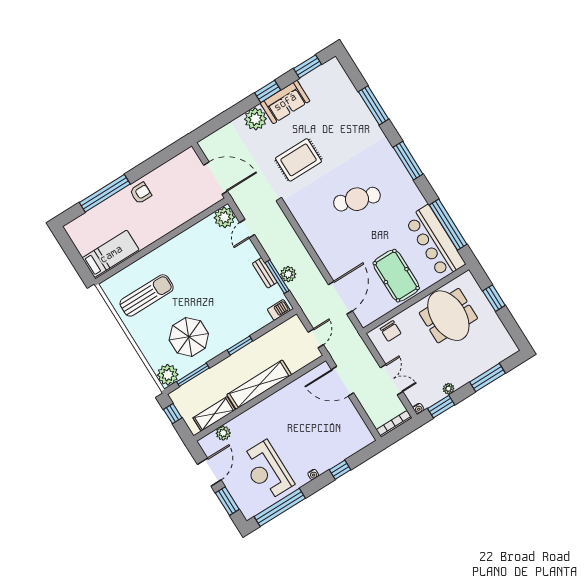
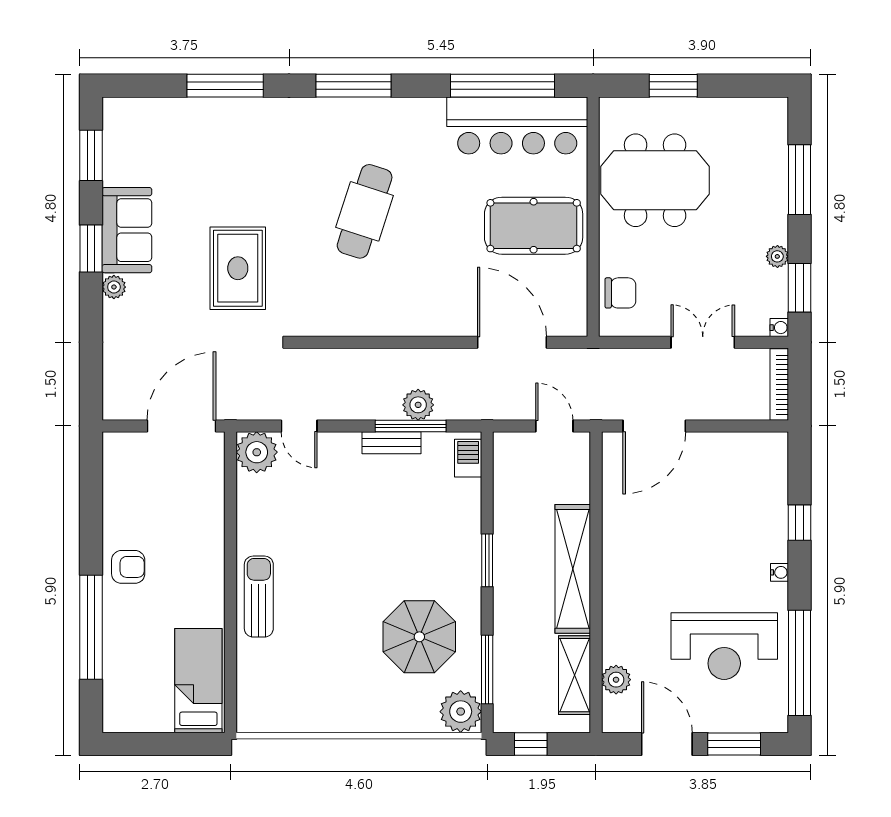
plant: (255, 119) -> (114, 287), width x0.53, depth x0.53
armchair: (141, 193) -> (128, 567), turned 90
sun lounger: (147, 295) -> (259, 597), moved, width x0.73, depth x0.75

